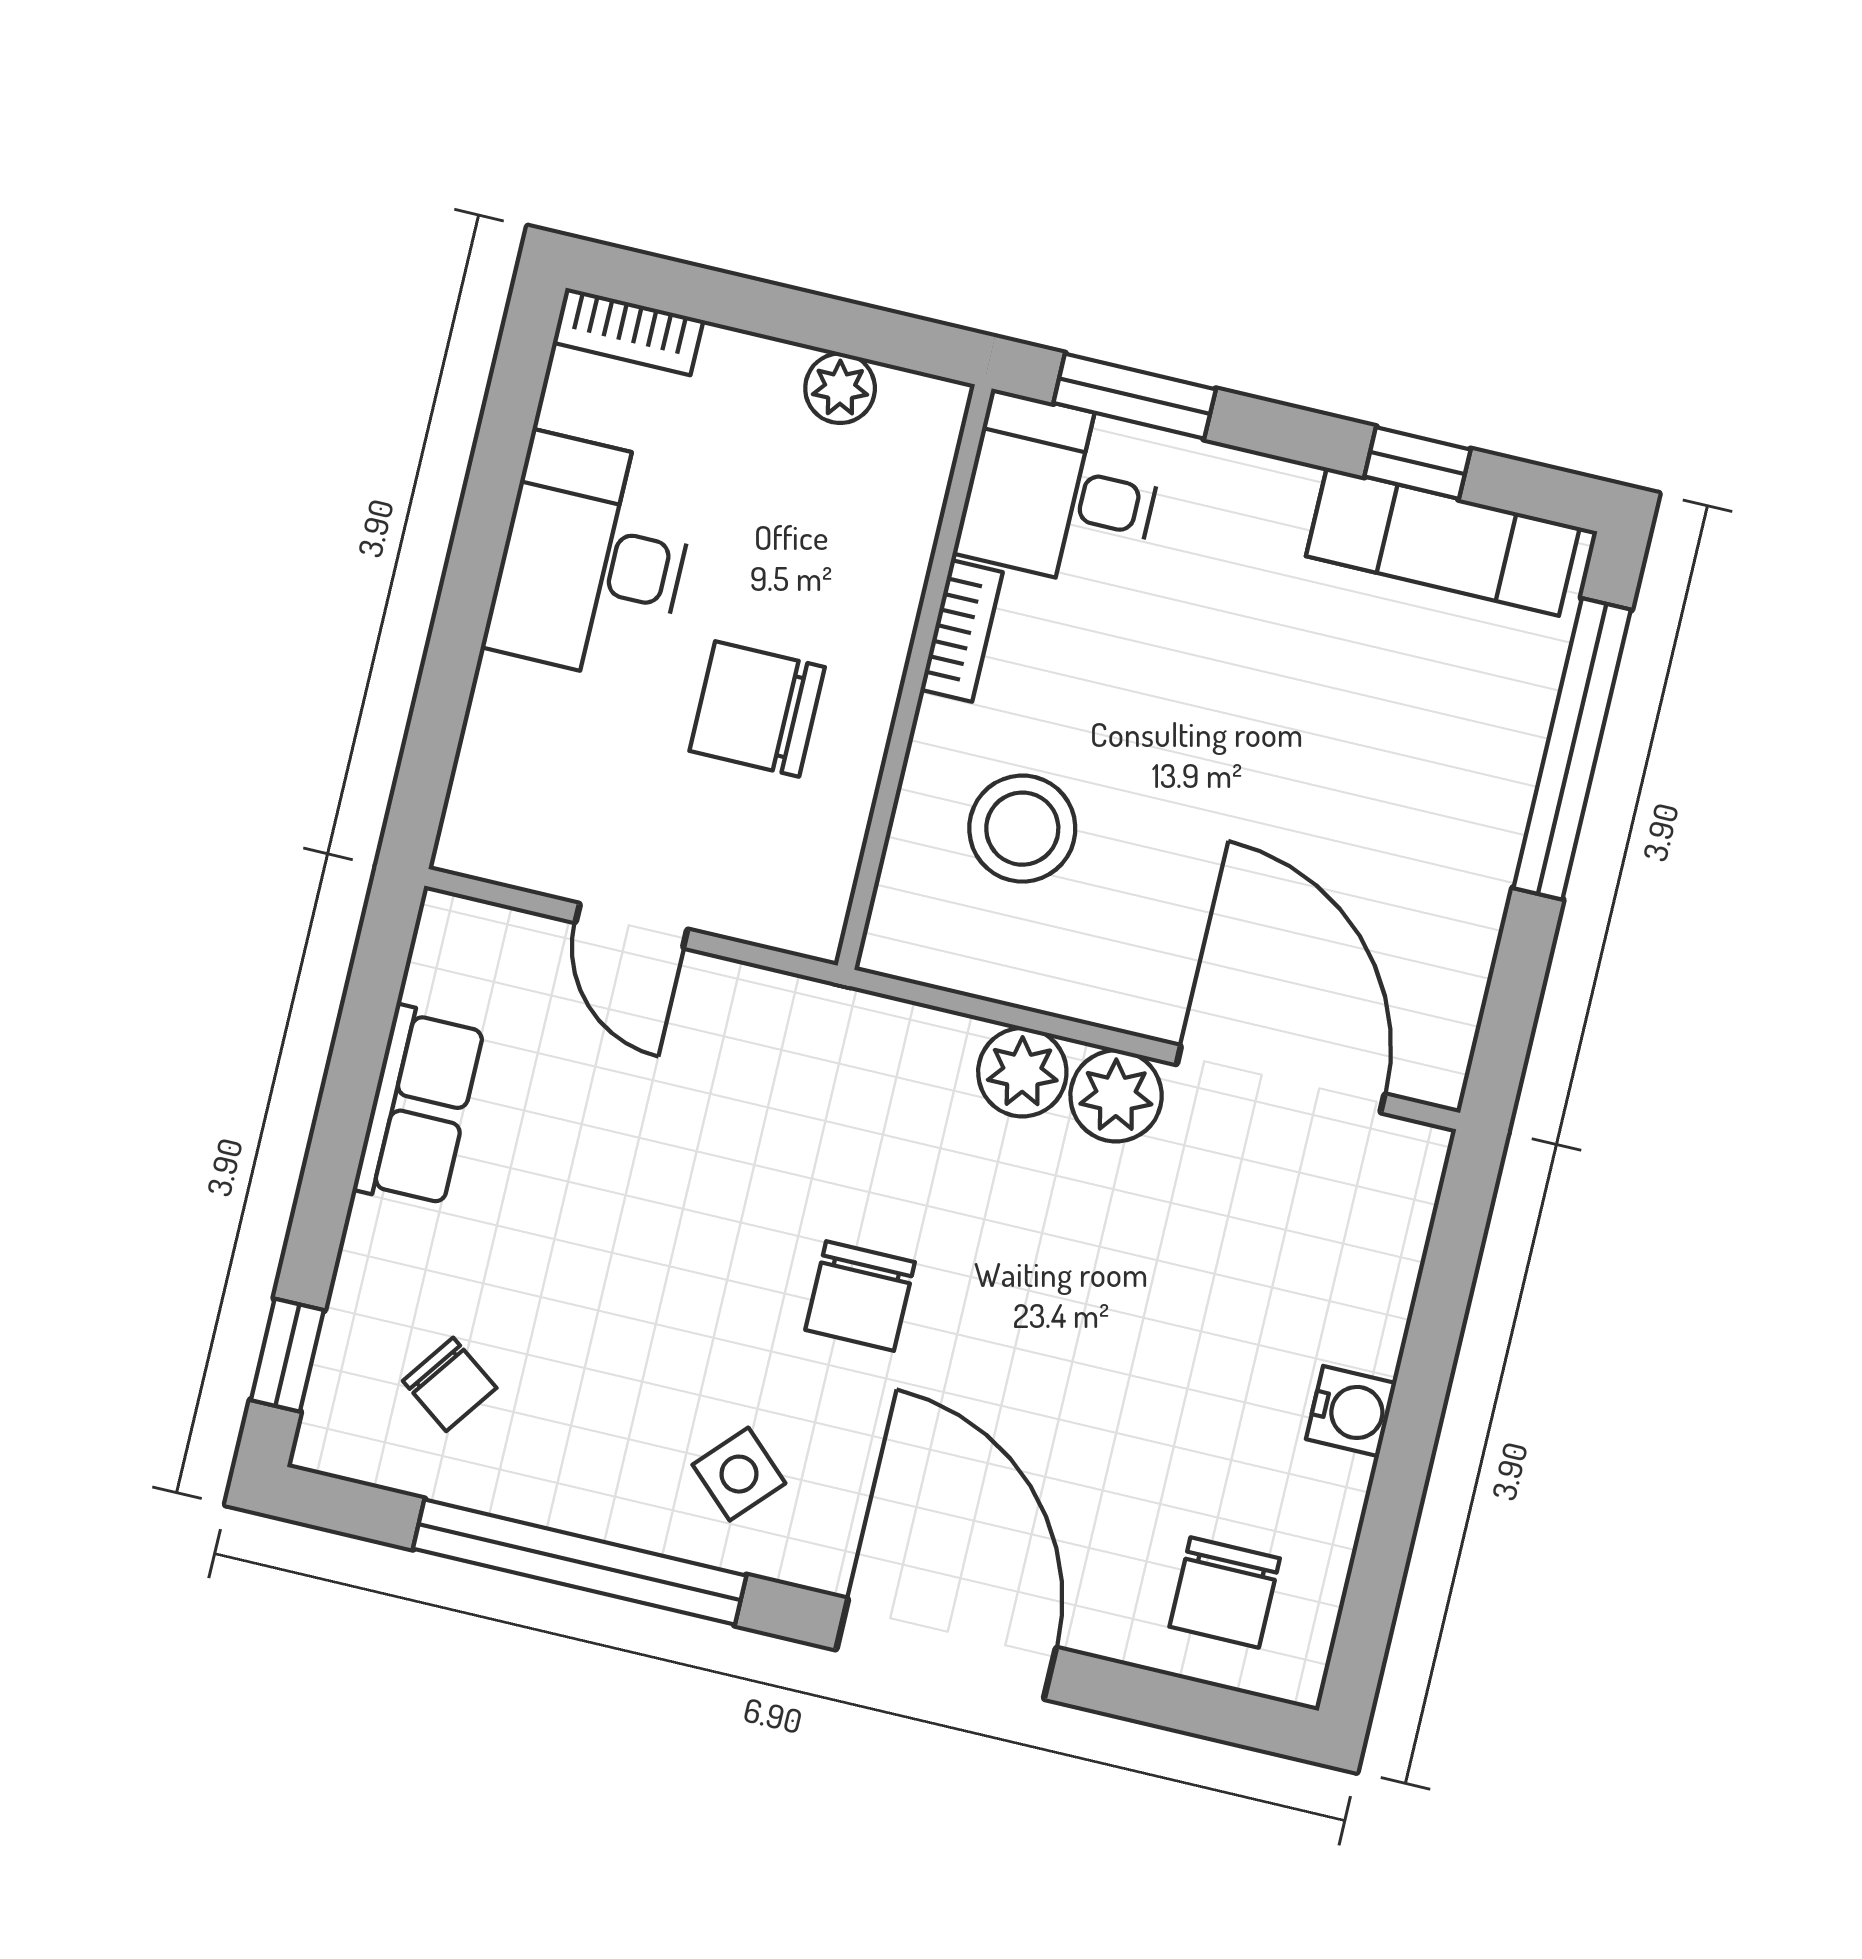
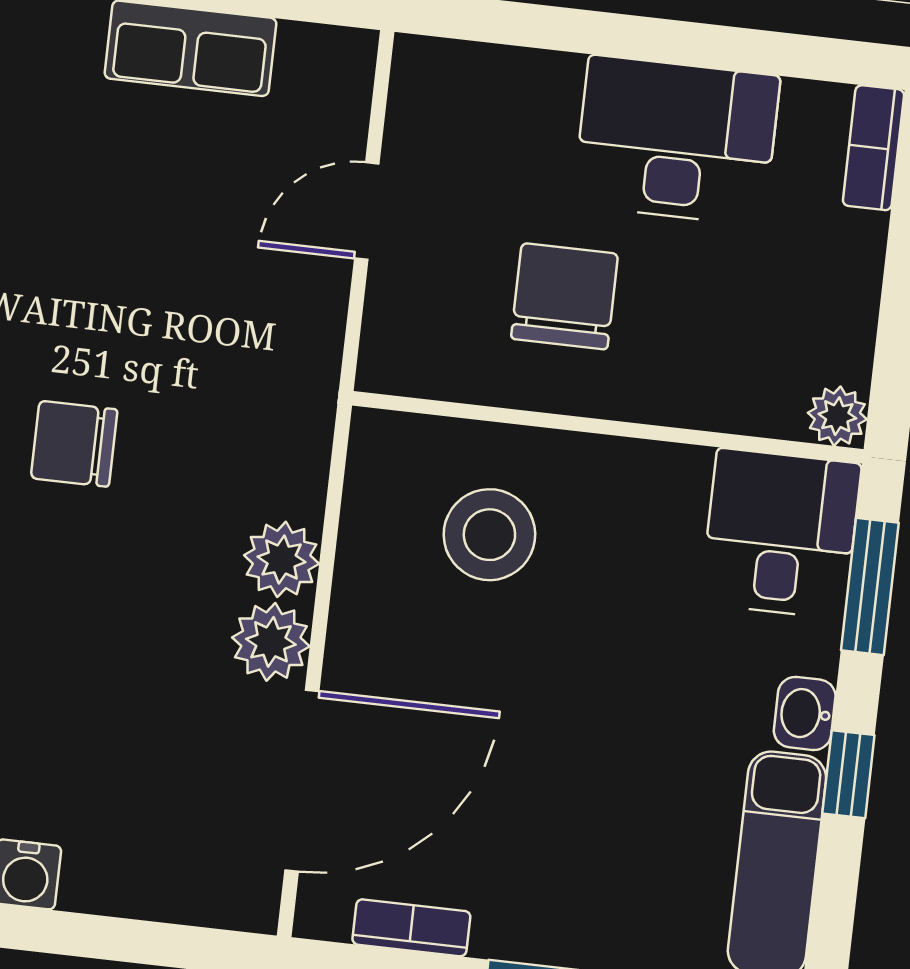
plant: (840, 388) -> (837, 416), moved
window: (1417, 463) -> (848, 774), moved
washbasin: (1272, 489) -> (805, 713), added
bookcase: (962, 631) -> (411, 928), moved, turned 180

